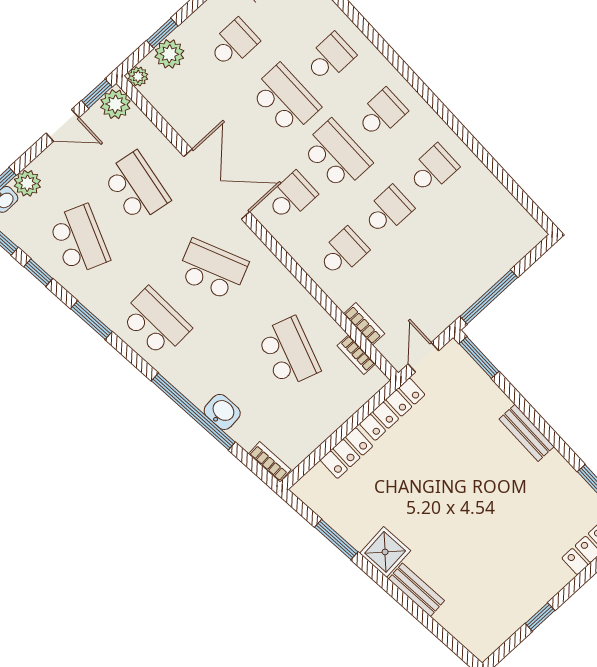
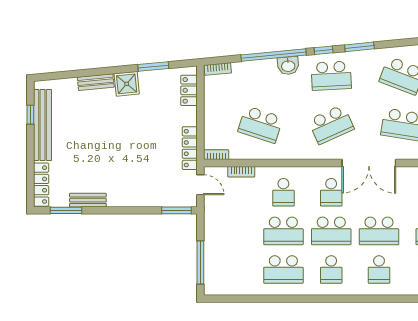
school desk: (433, 169) -> (283, 269), width x1.85
school desk: (388, 211) -> (283, 231), width x1.85
window: (38, 273) -> (324, 50), moved
window: (489, 297) -> (200, 263), moved
bookcase: (356, 355) -> (216, 155), moved
washbasin: (222, 412) -> (288, 66), moved
bench: (527, 433) -> (88, 200), moved
locker: (346, 453) -> (189, 90), moved
bench: (524, 606) -> (43, 125), added
window: (540, 617) -> (30, 115), moved

